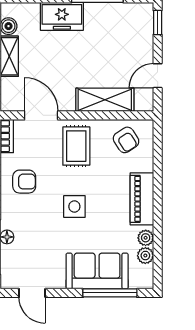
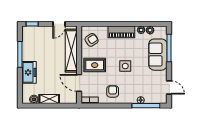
door: (158, 76) -> (59, 24), hinge flipped
shelving: (105, 100) -> (71, 51), width x1.47
door: (41, 115) -> (79, 83), hinge flipped
door: (32, 293) -> (169, 87), hinge flipped

